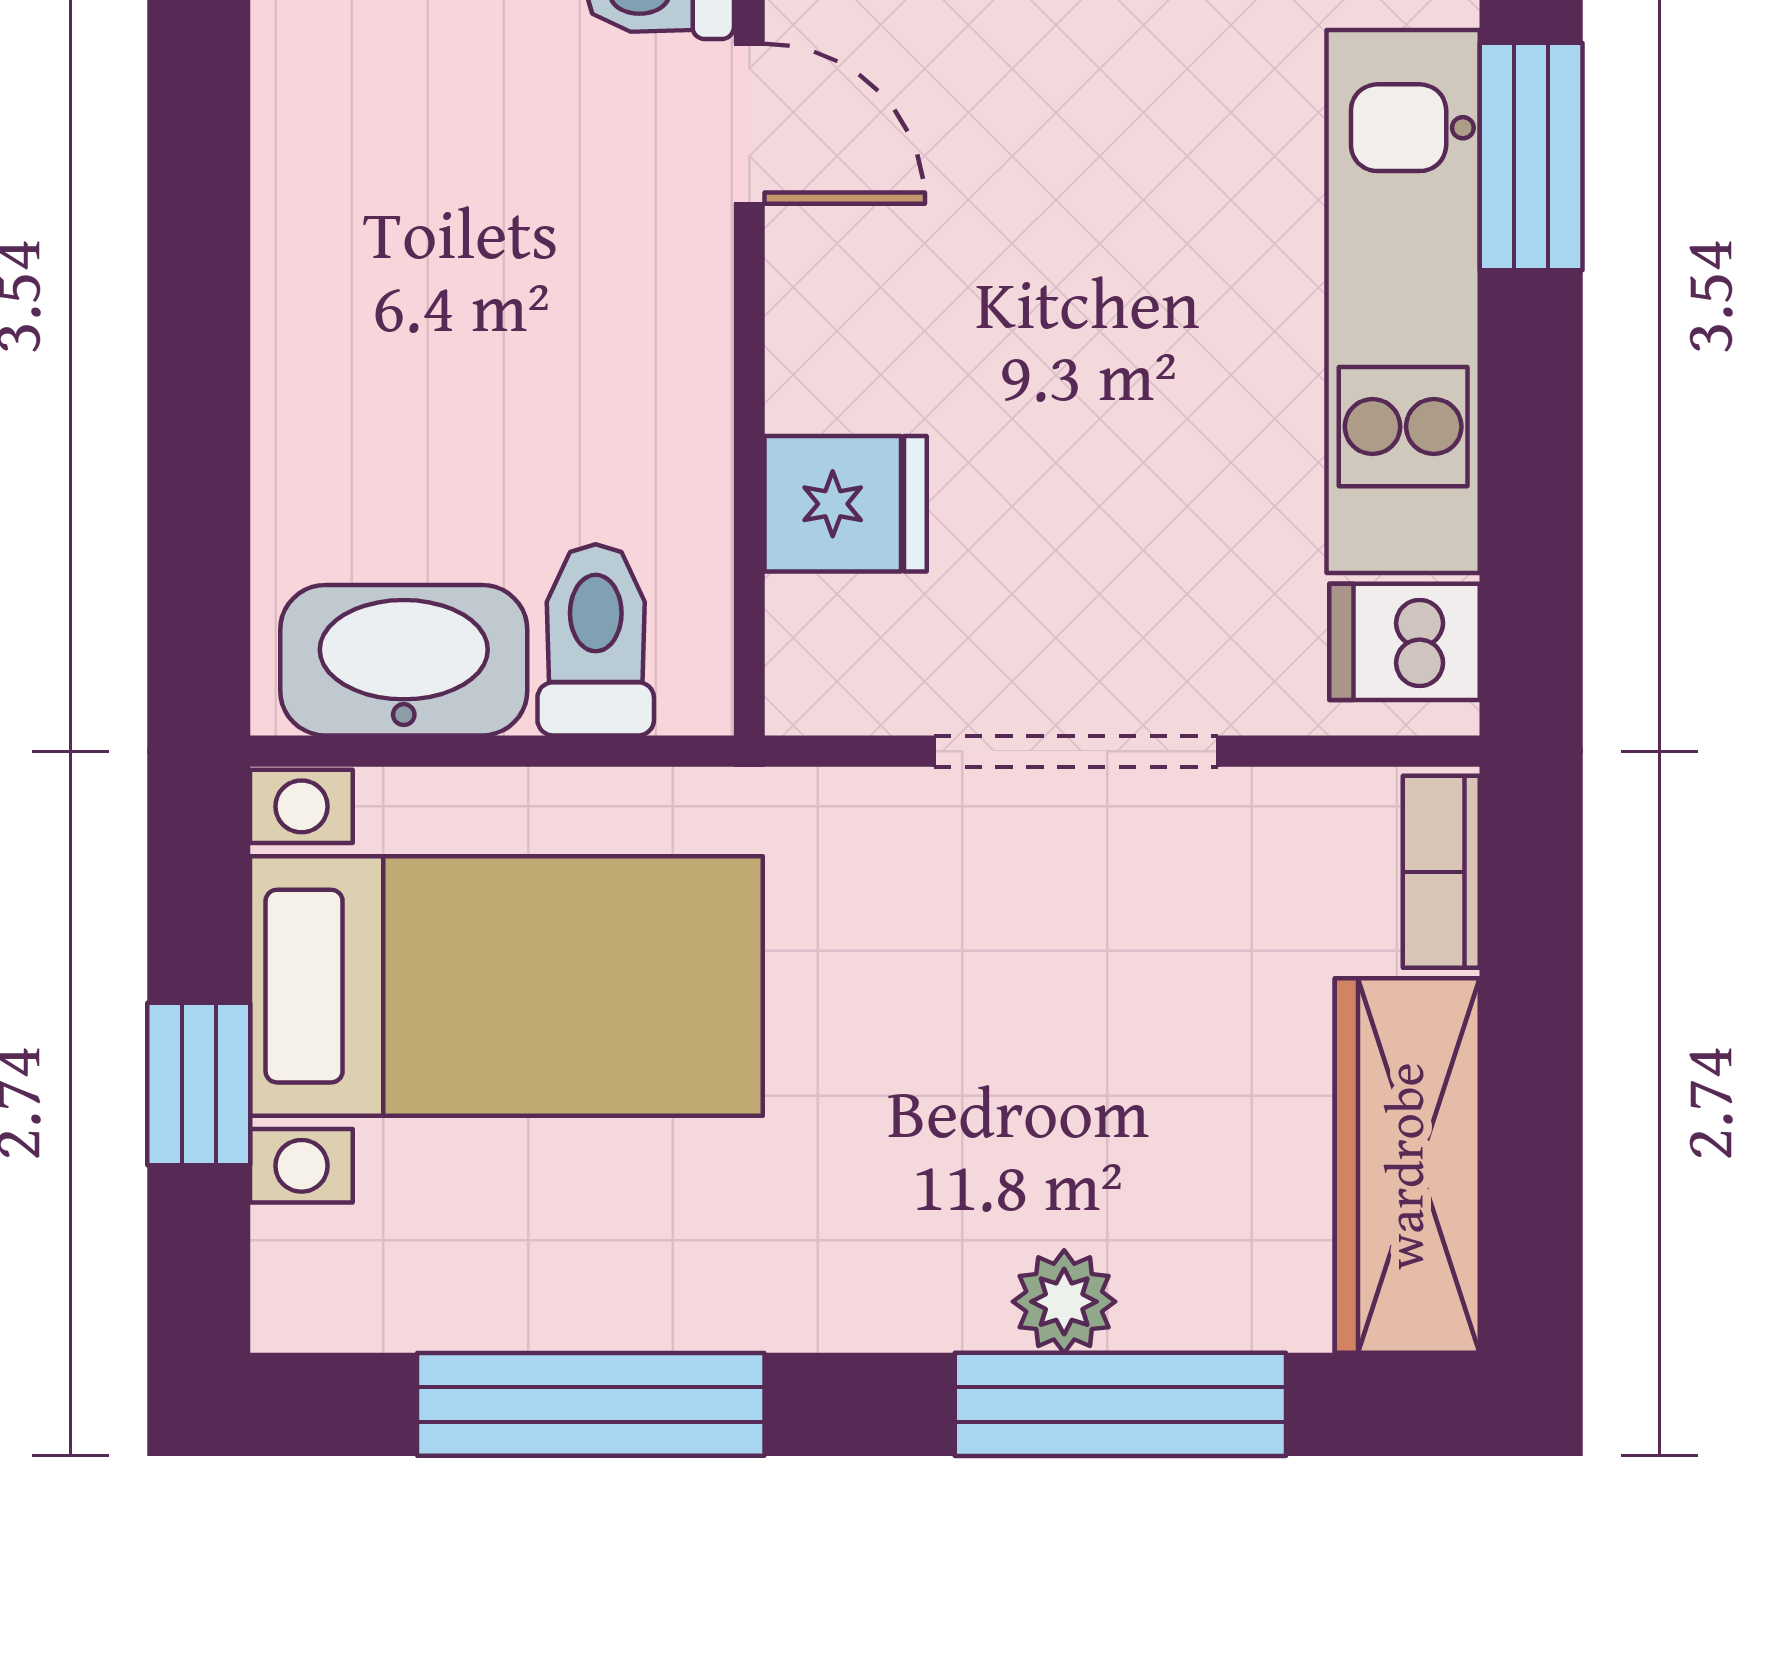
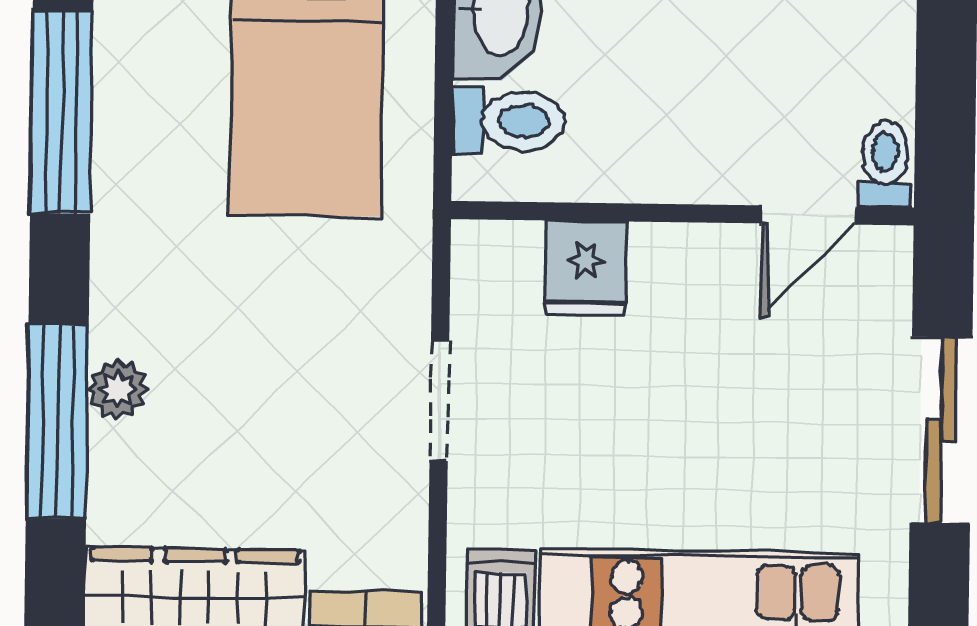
doorway: (1076, 751) -> (439, 401), width x0.73

